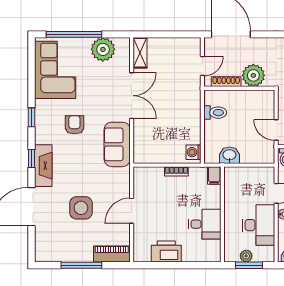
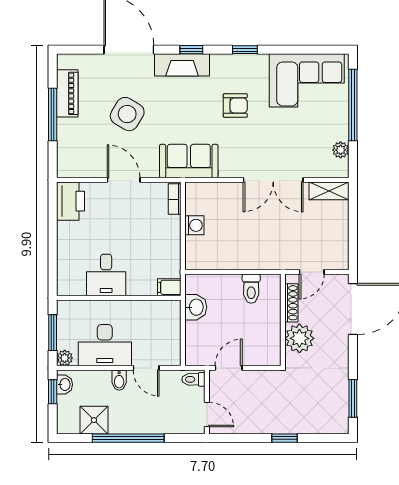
plant: (103, 49) -> (341, 150), width x0.53, depth x0.53
door: (202, 66) -> (312, 272), hinge flipped
sofa: (117, 144) -> (189, 161), moved
washing machine: (193, 152) -> (194, 225), moved, turned 90
bookcase: (176, 171) -> (175, 199), moved
side table: (81, 208) -> (127, 114), turned 31
printer: (166, 251) -> (71, 201), moved
piano: (112, 254) -> (67, 93), moved
plant: (246, 256) -> (65, 358), moved

